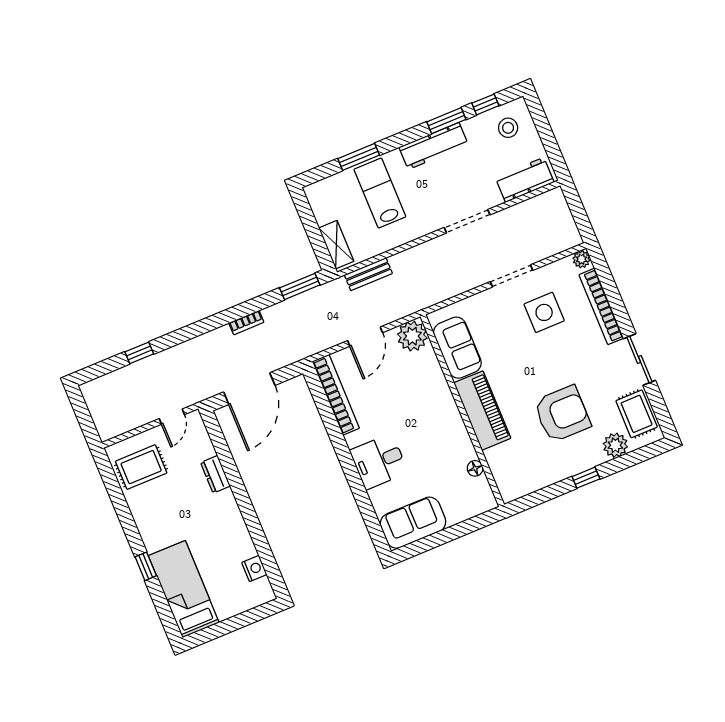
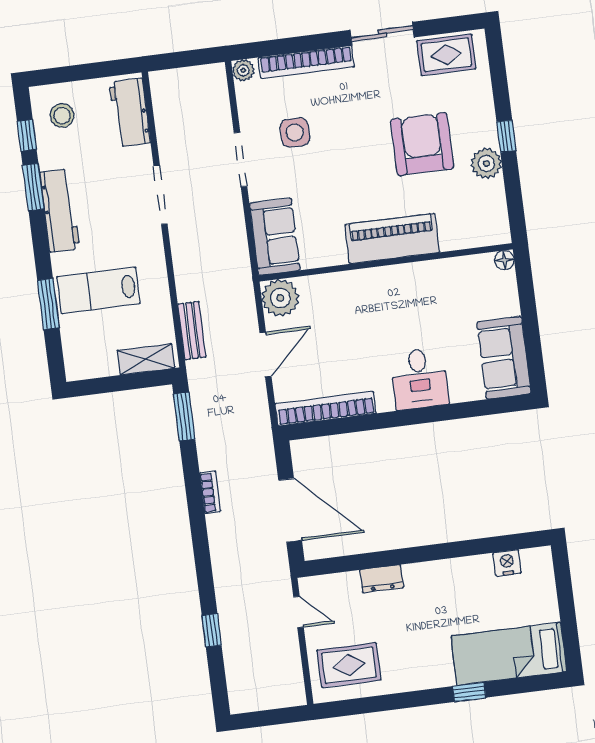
side table: (544, 312) -> (295, 133), width x0.73, depth x0.73
door: (365, 337) -> (266, 355), hinge flipped
sofa: (457, 348) -> (275, 237), moved, turned 90
plant: (615, 445) -> (486, 163), moved
rug: (141, 467) -> (349, 665), turned 90
floor lamp: (475, 468) -> (504, 260), moved

